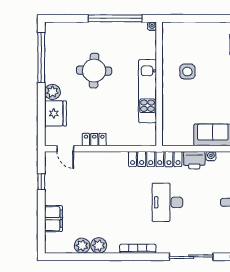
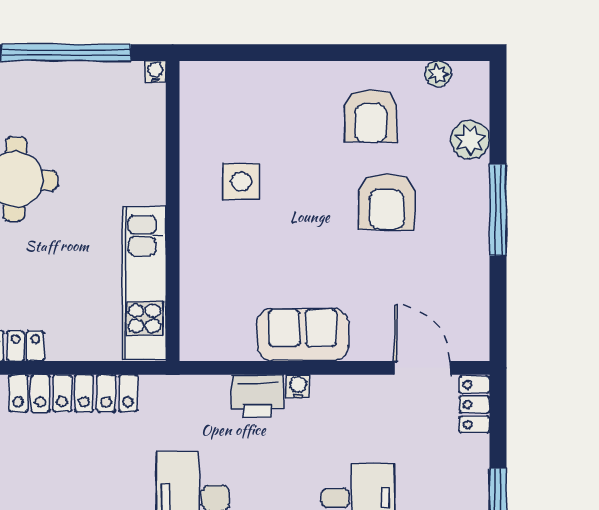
kitchen unit: (147, 91) -> (144, 283), moved
locker: (155, 159) -> (73, 393), moved

